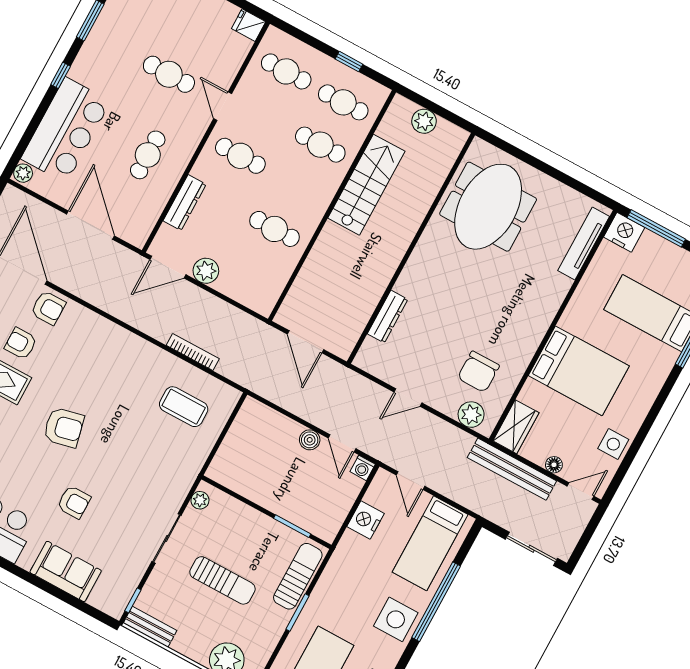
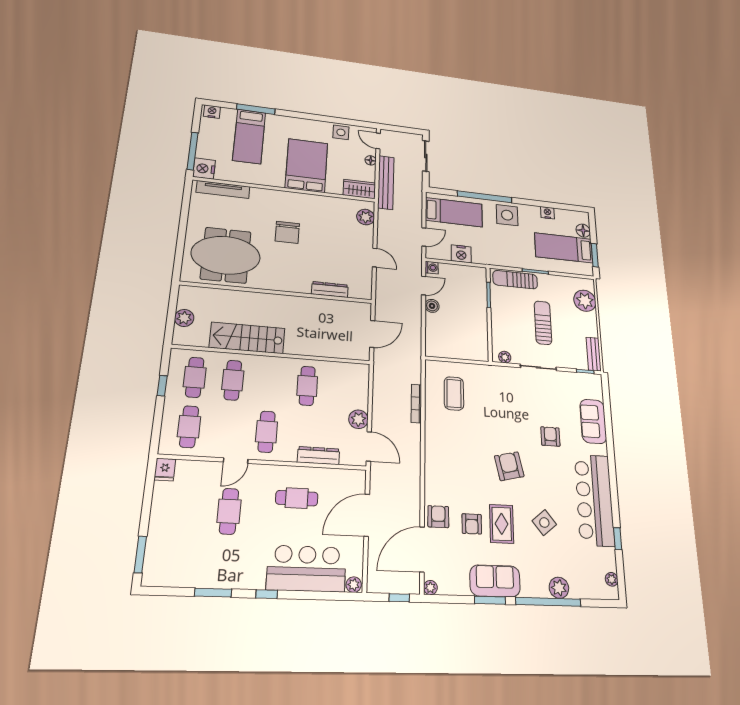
chair: (478, 372) -> (287, 232), moved, turned 90

